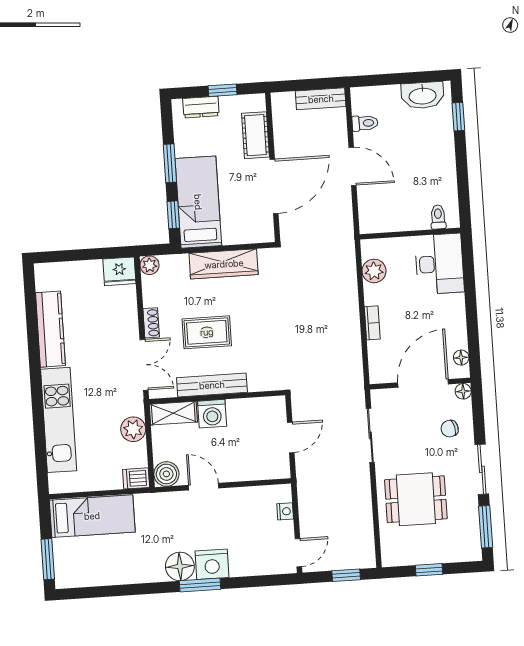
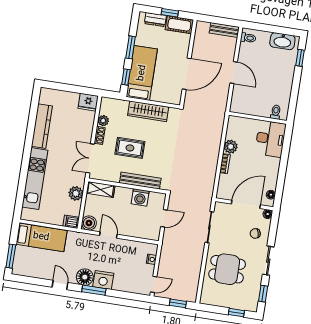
toilet: (365, 123) -> (248, 38), moved
cot: (255, 135) -> (179, 25), moved, turned 90
plant: (150, 265) -> (103, 121), moved
plant: (374, 271) -> (231, 147), moved
double door: (144, 365) -> (90, 158), swing flipped
bench: (212, 385) -> (140, 181), moved
washing machine: (212, 414) -> (140, 197), moved
window: (486, 527) -> (263, 294), width x0.67
window: (429, 570) -> (236, 313), moved
door: (141, 589) -> (60, 285), added

